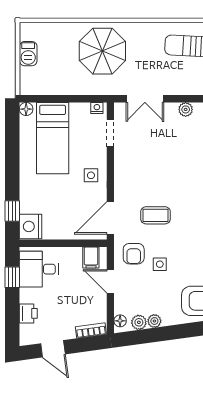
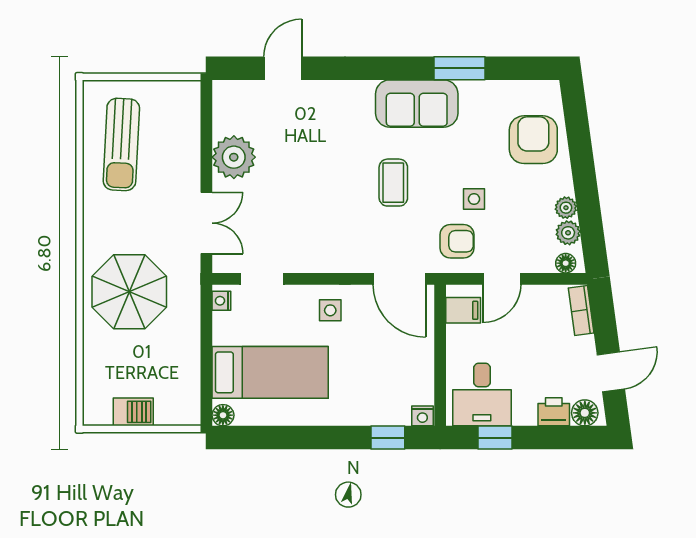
plant: (186, 109) -> (234, 157), width x1.87, depth x1.87
coffee table: (155, 215) -> (393, 183), moved
nightstand: (31, 226) -> (422, 416), width x0.53, depth x0.56
floor lamp: (28, 333) -> (585, 413), added

